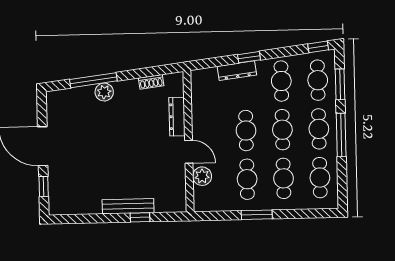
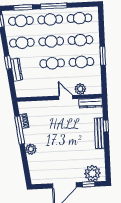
window: (93, 80) -> (20, 130), moved
dresser: (177, 117) -> (91, 103), moved
door: (189, 152) -> (66, 97), hinge flipped
plant: (62, 193) -> (92, 173), added

